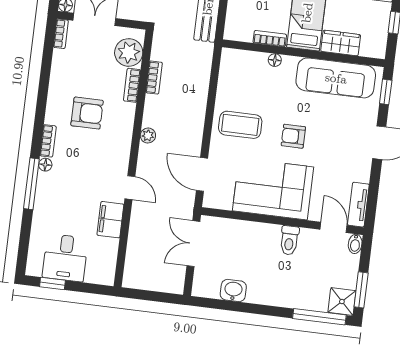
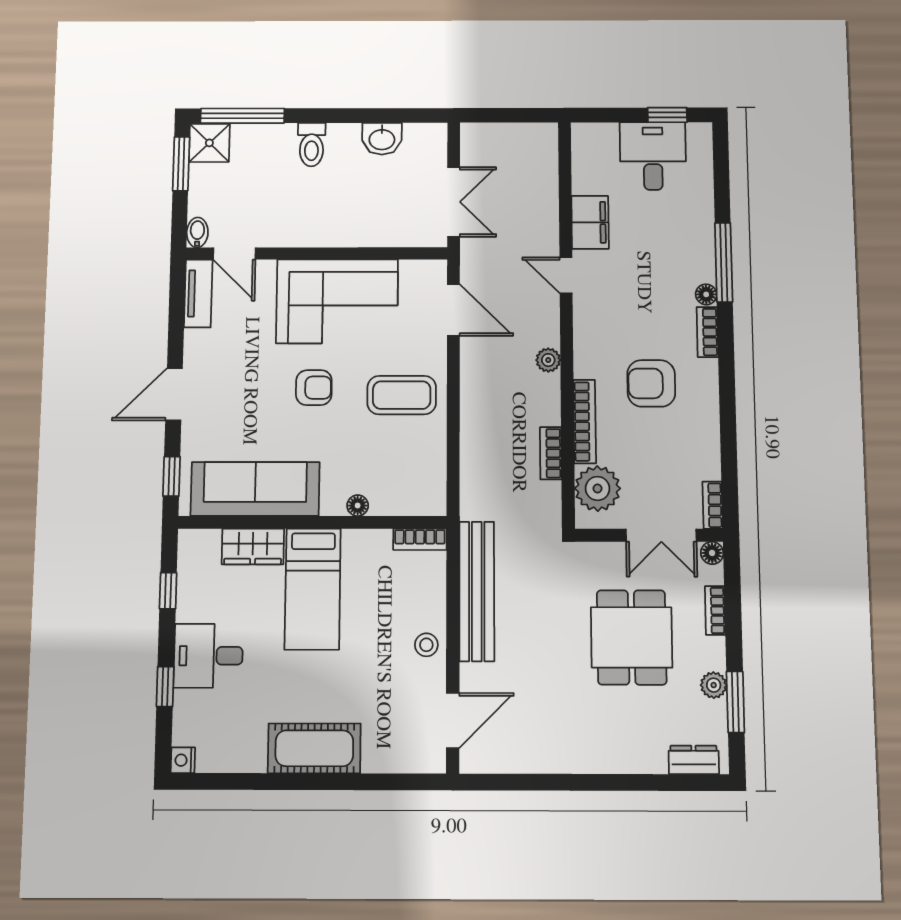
bookcase: (270, 39) -> (420, 539), moved
bookcase: (132, 85) -> (585, 421), width x1.56
toilet: (289, 240) -> (312, 145), moved, turned 180

